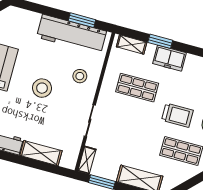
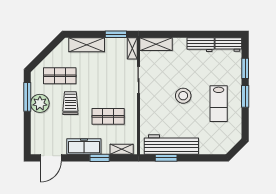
freezer: (169, 58) -> (84, 146), width x1.40
stool: (80, 76) -> (156, 113), removed
trolley: (177, 115) -> (70, 103), turned 90
shelving: (41, 153) -> (156, 44), moved

